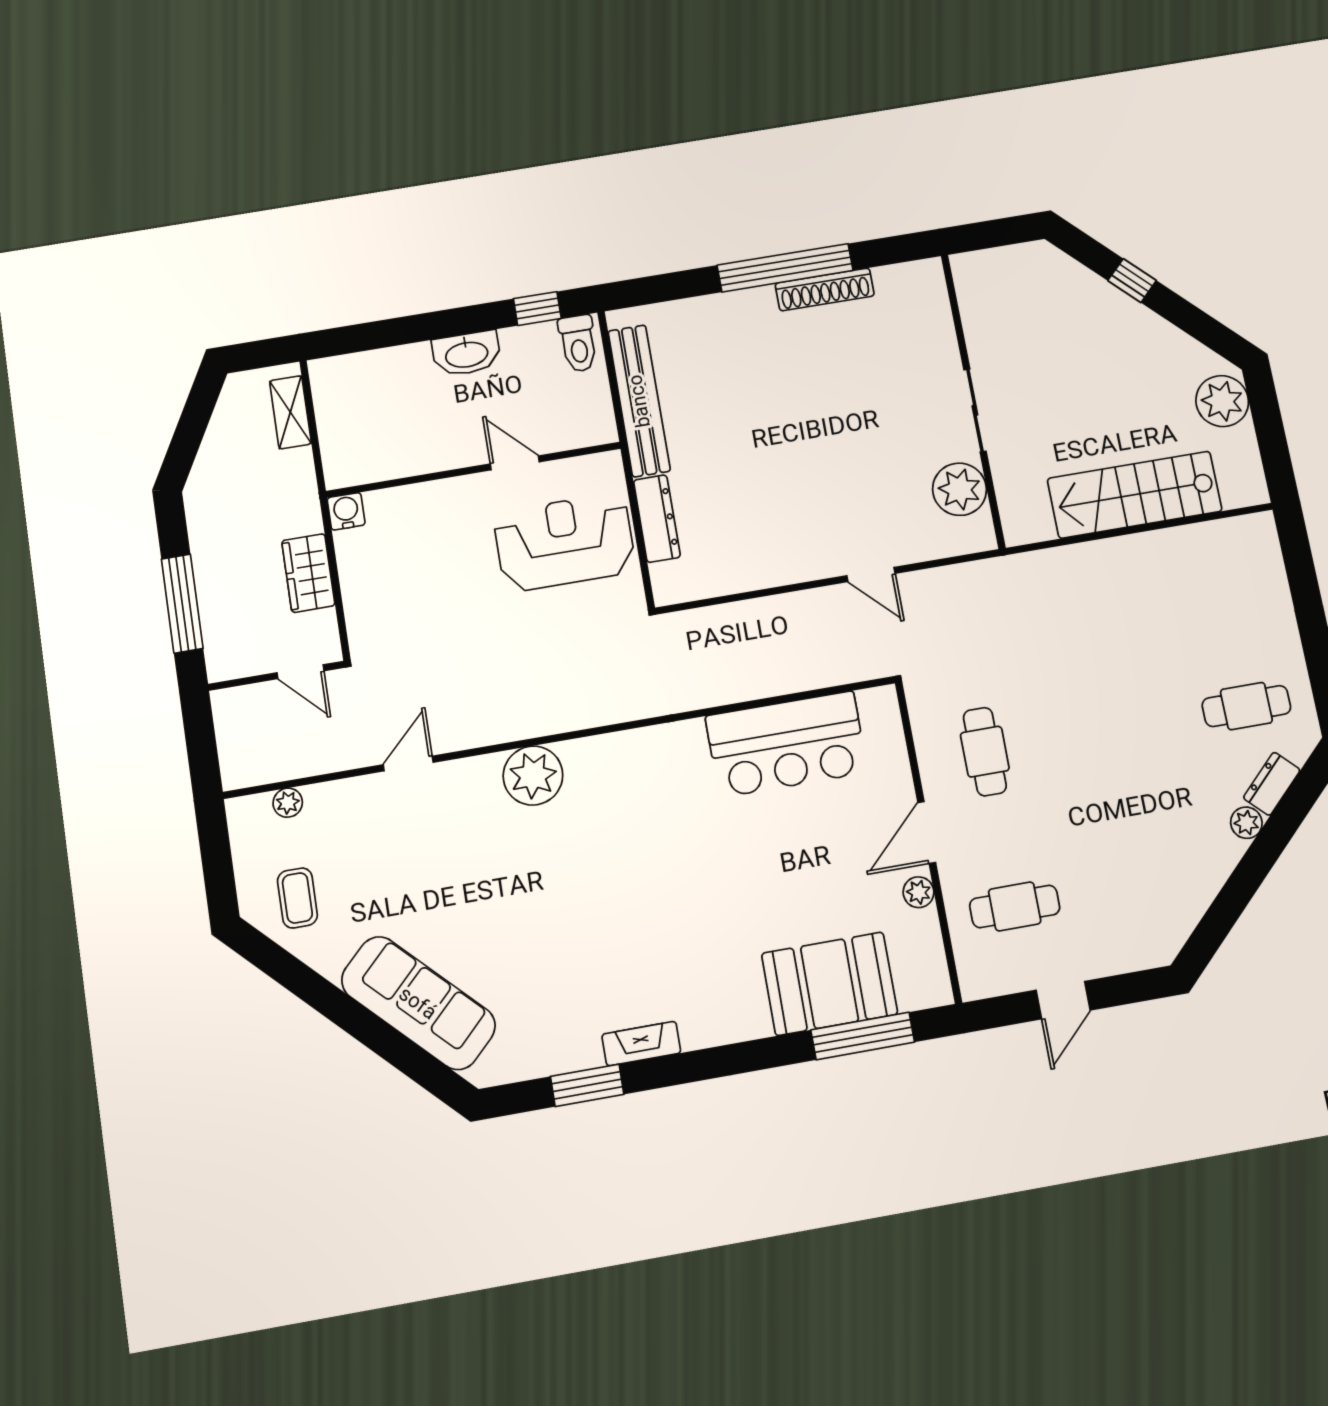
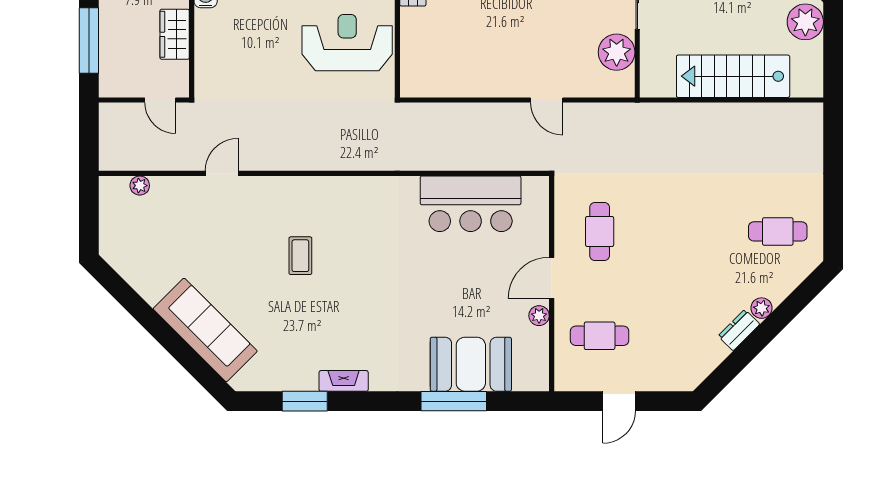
dresser: (657, 519) -> (411, 37), removed
plant: (533, 776) -> (302, 196), removed
dresser: (1272, 784) -> (739, 330), moved
coffee table: (297, 898) -> (300, 256), moved
window: (863, 1036) -> (454, 401), moved

